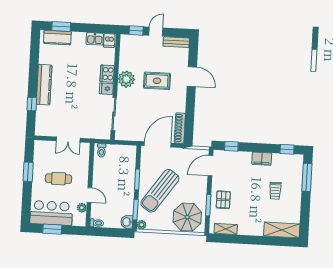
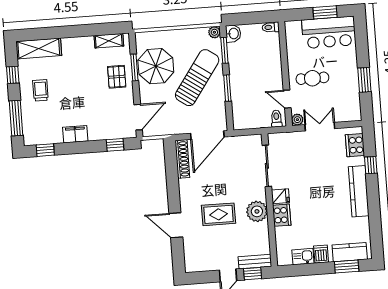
dishwasher: (109, 40) -> (321, 254), moved
bench: (176, 42) -> (255, 262), moved
cooker: (42, 121) -> (355, 145), added
cafe table: (59, 179) -> (312, 78), moved
trolley: (275, 191) -> (40, 90), moved
door: (89, 195) -> (287, 99), moved
plant: (82, 208) -> (297, 120), moved
window: (305, 212) -> (13, 75), added
parasol: (187, 217) -> (156, 66), moved

